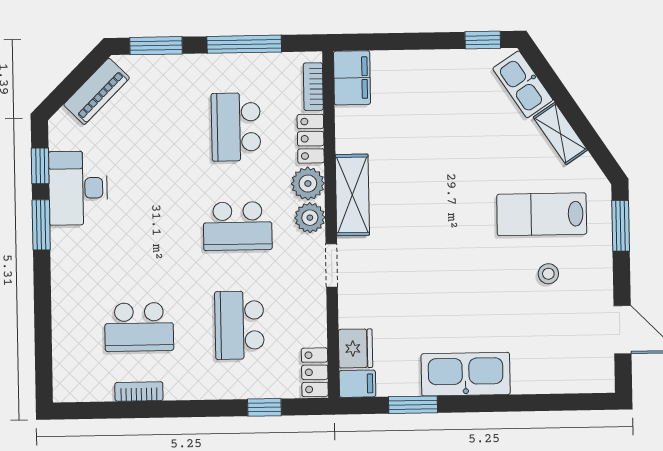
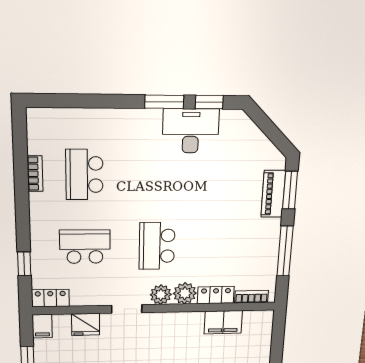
filing cabinet: (352, 78) -> (223, 322), moved
piano: (97, 91) -> (273, 194), moved, turned 45
school desk: (236, 127) -> (228, 245), removed
shelving: (352, 195) -> (175, 322), removed
fridge: (355, 348) -> (86, 324), moved

